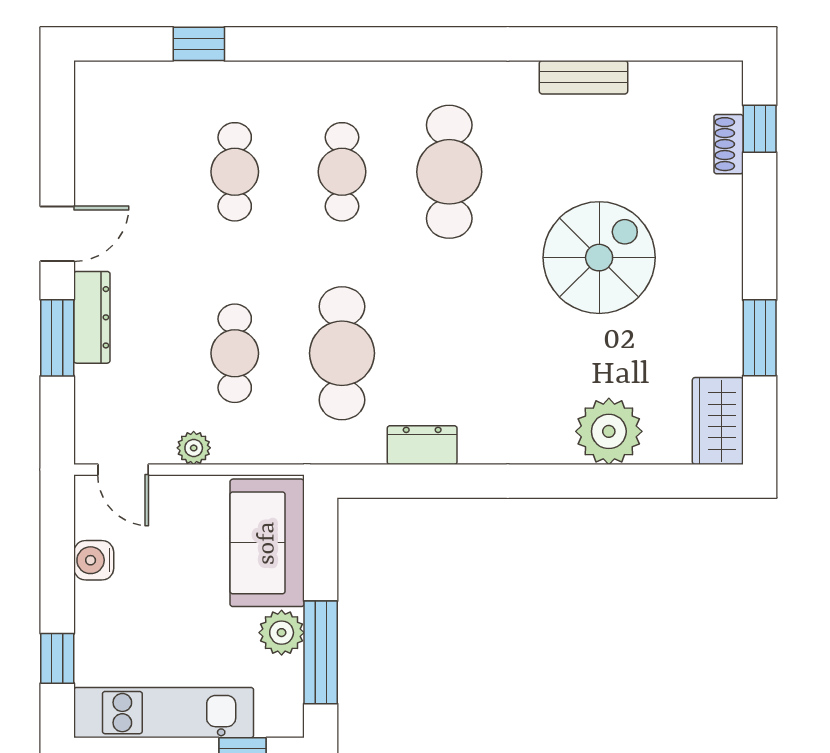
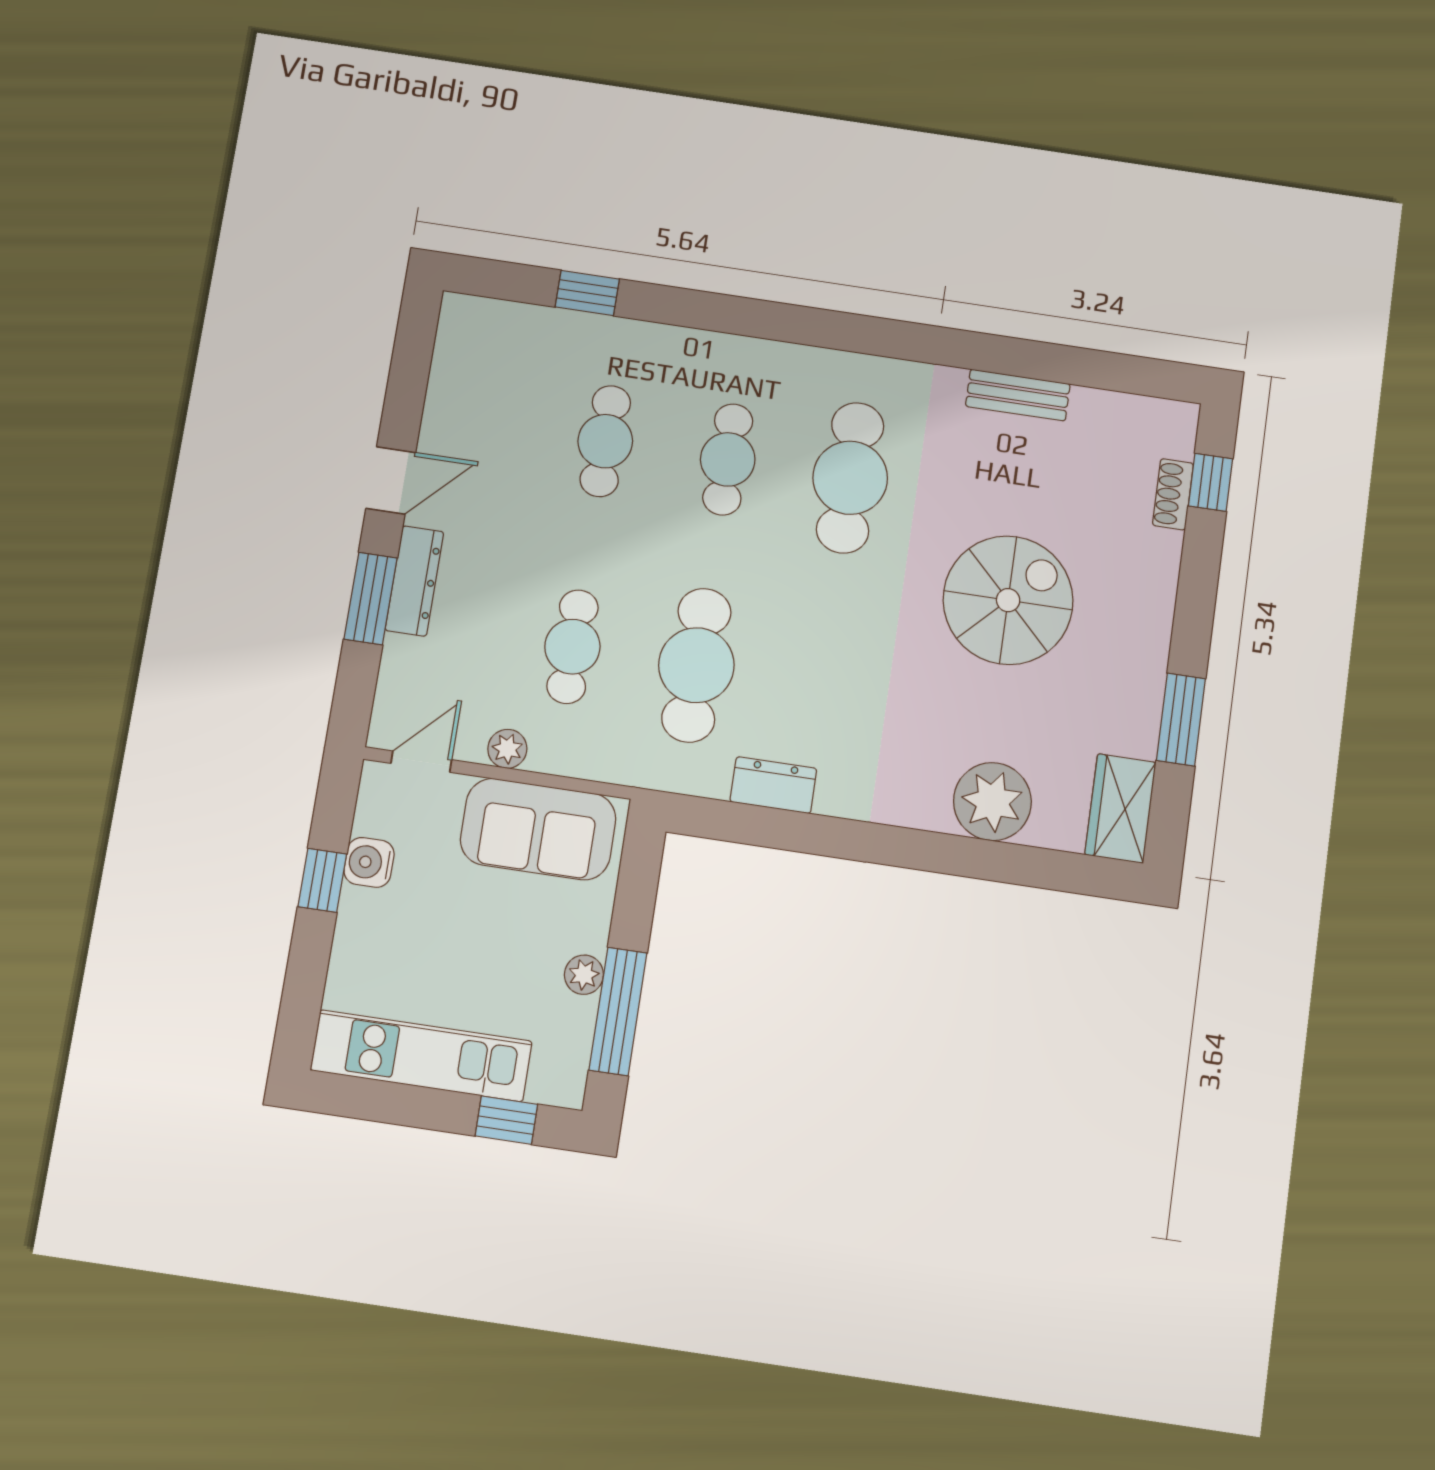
door: (123, 470) -> (421, 762), swing flipped
sofa: (267, 543) -> (538, 829), moved, turned -90
plant: (282, 633) -> (584, 975), width x0.73, depth x0.73
window: (57, 658) -> (322, 880), moved

